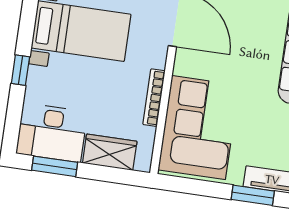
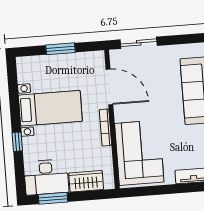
bookcase: (154, 98) -> (105, 127), moved
window: (253, 195) -> (184, 188), removed

